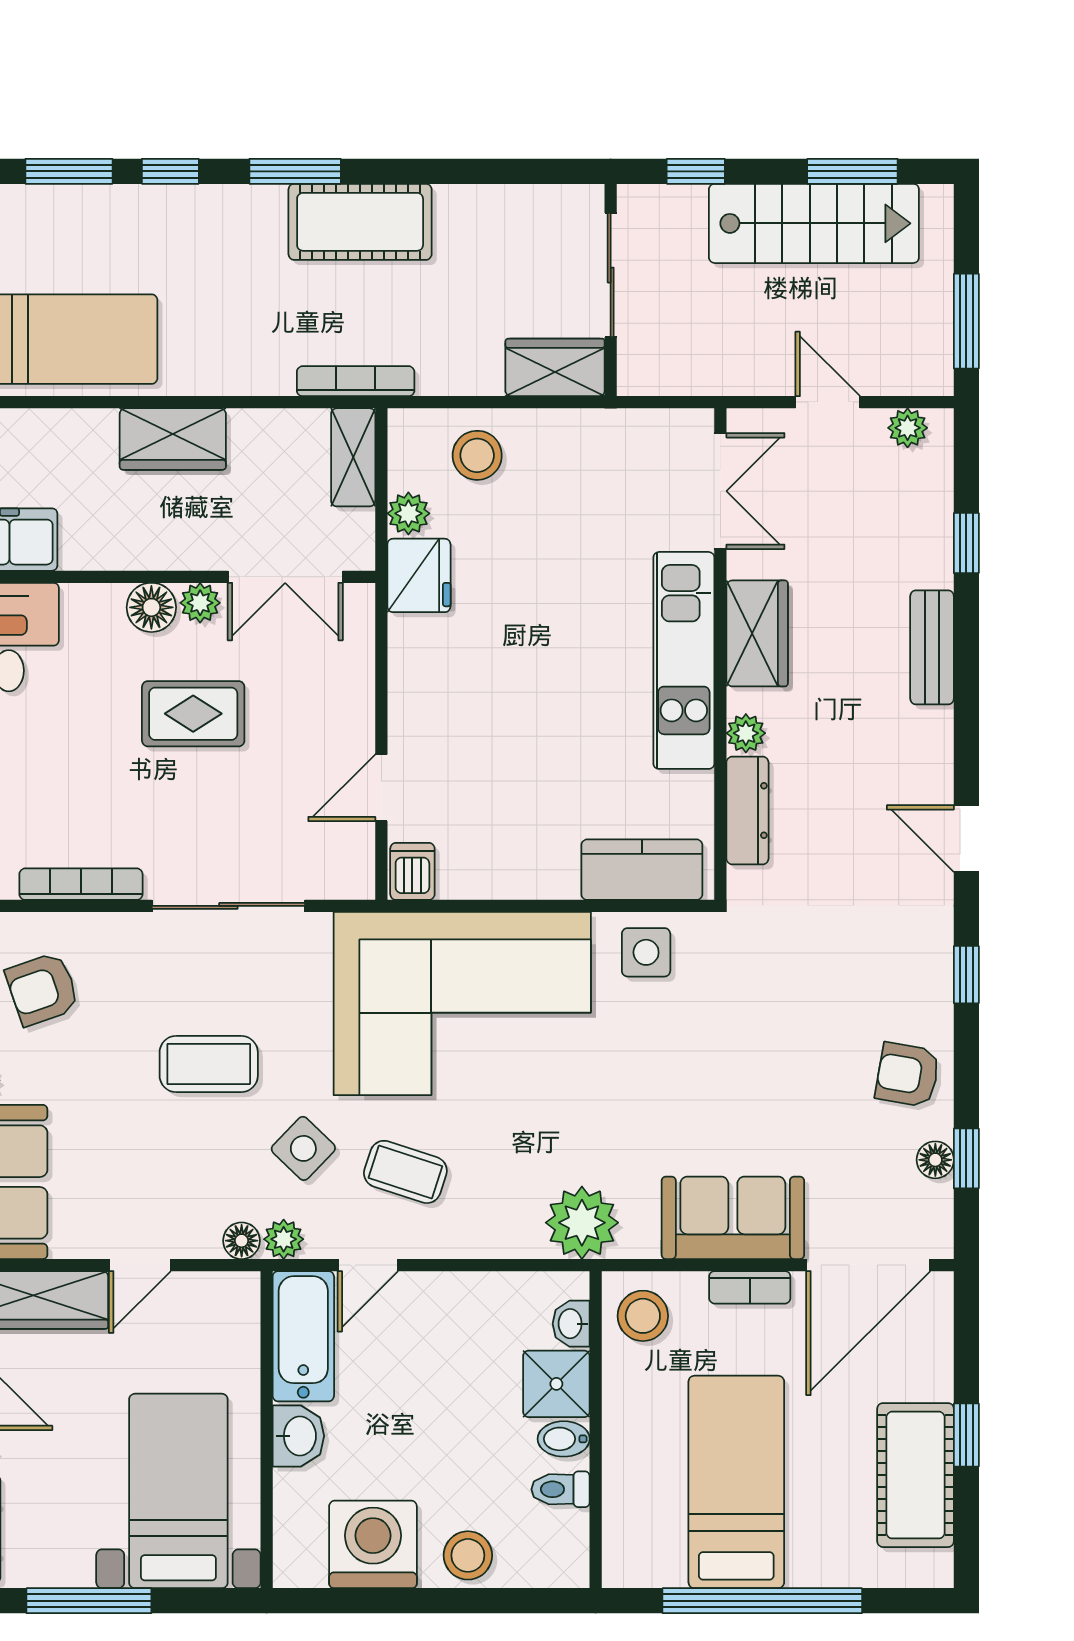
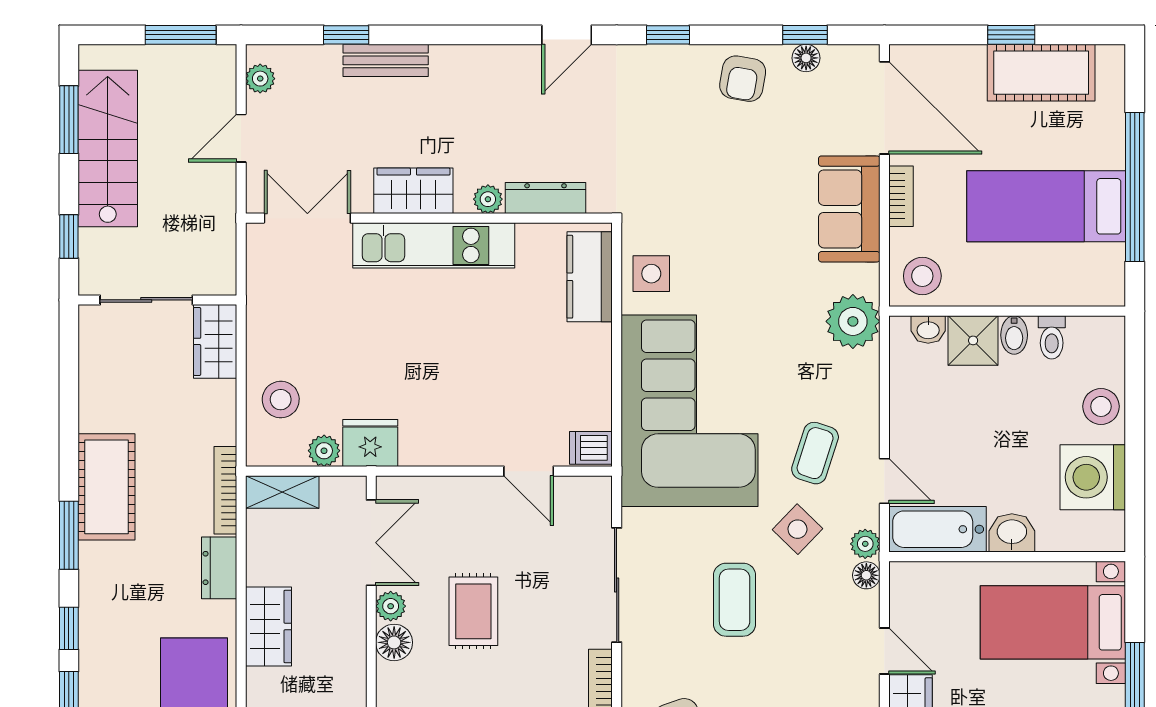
dresser: (251, 373) -> (219, 568), added
bench: (932, 647) -> (386, 60), moved

